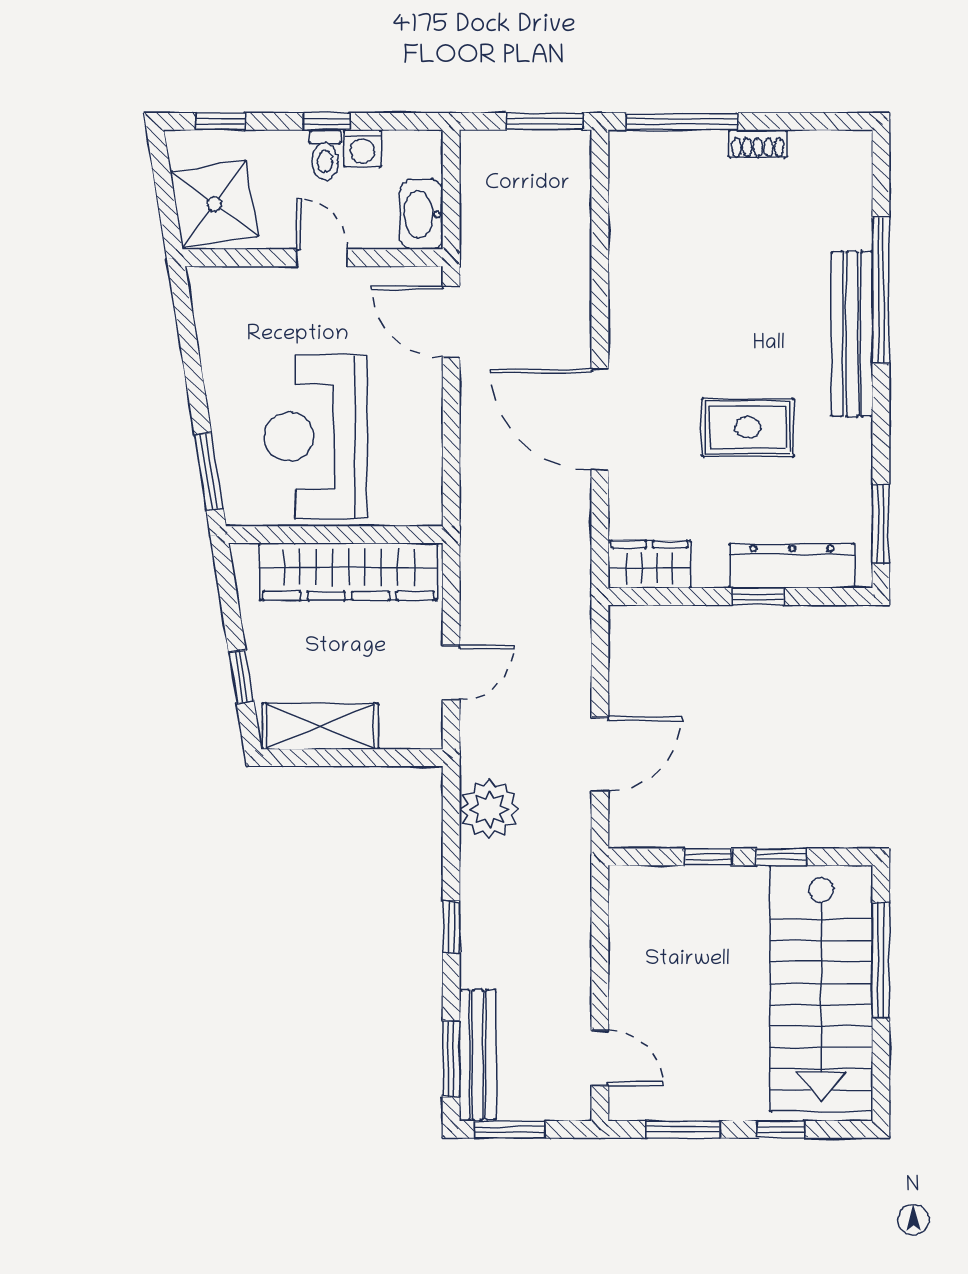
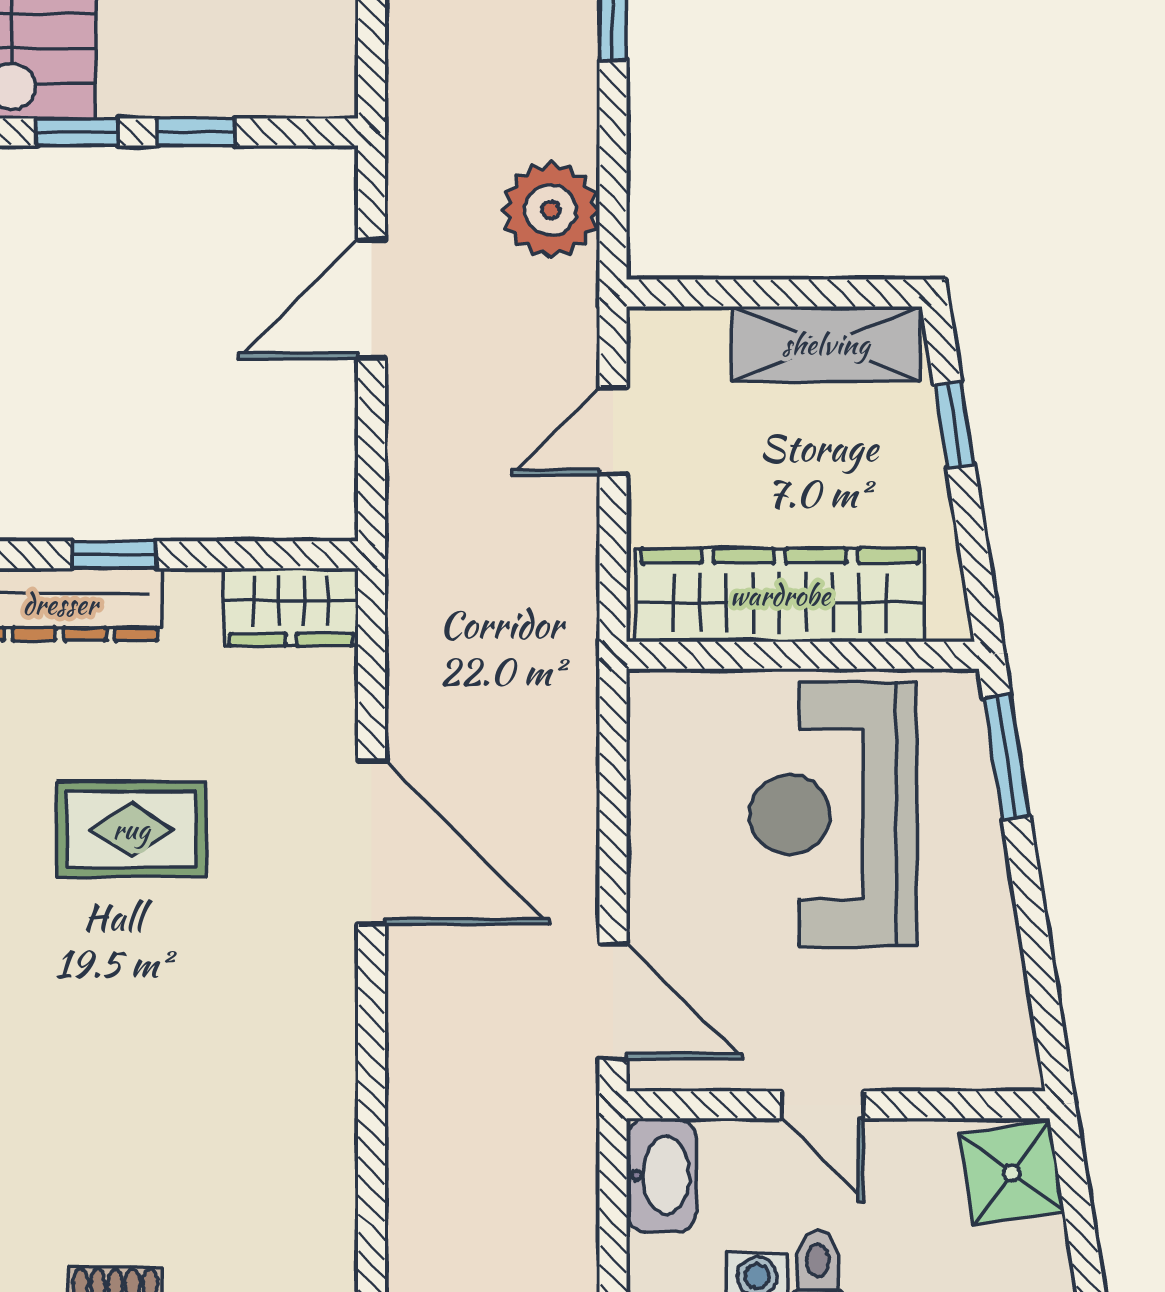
shower: (214, 204) -> (1012, 1173), width x0.73, depth x0.73
reception desk: (316, 437) -> (833, 814), turned 180

